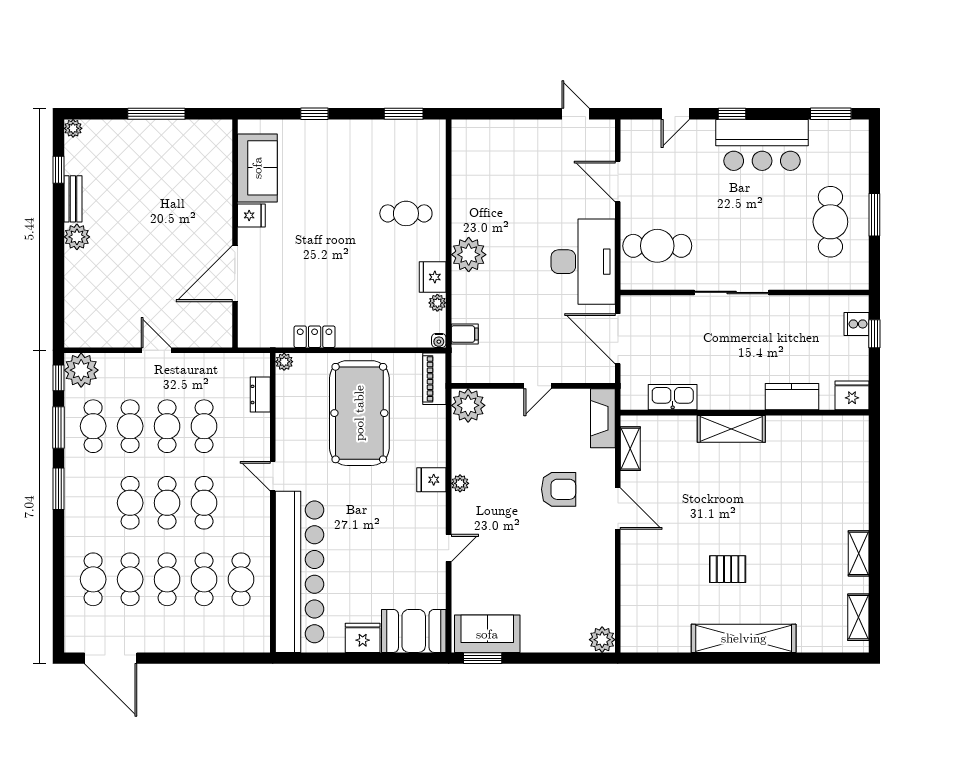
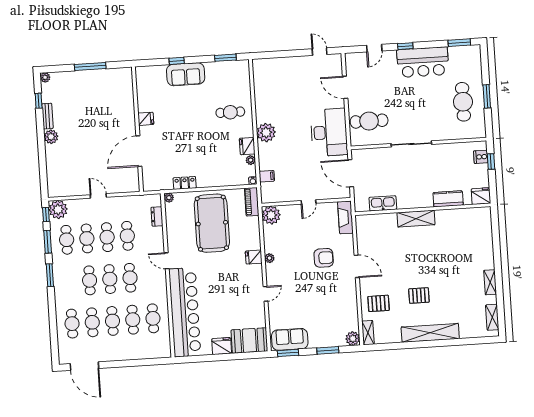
sofa: (257, 168) -> (186, 74), moved, turned 90
shelving: (630, 449) -> (368, 333), moved
pallet: (653, 579) -> (379, 303), added
window: (555, 658) -> (328, 350), added

